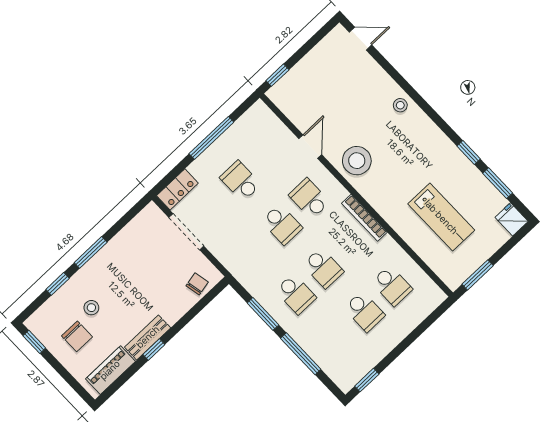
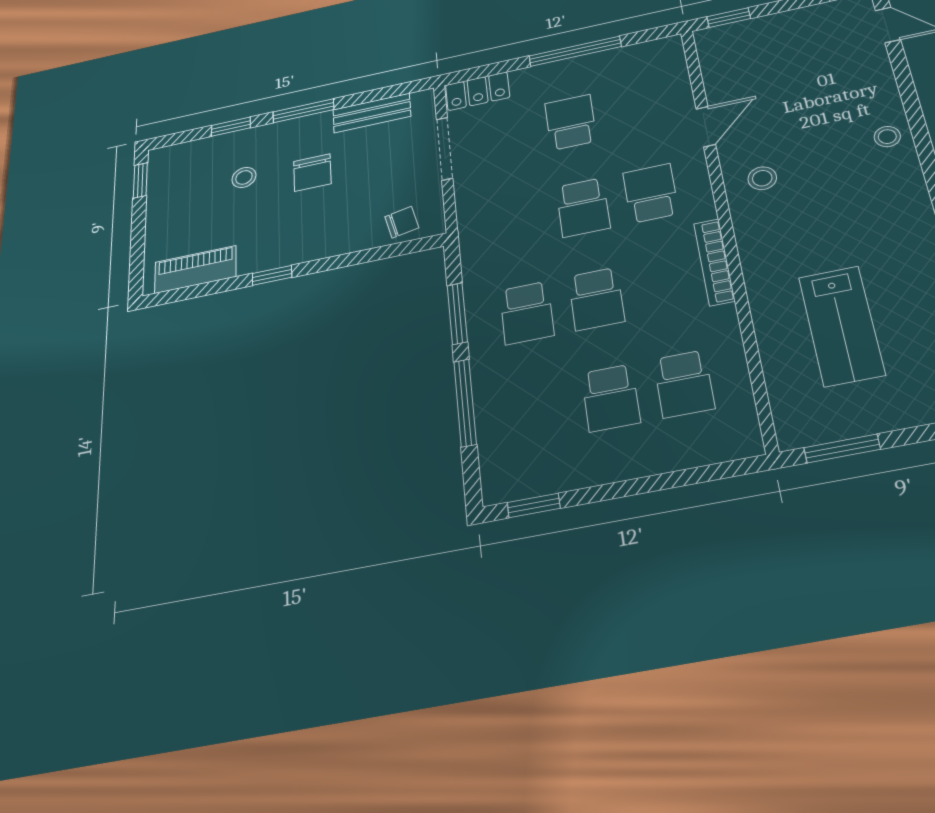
stool: (357, 161) -> (762, 178), width x0.53, depth x0.53
chair: (77, 336) -> (312, 173), moved
bench: (148, 337) -> (372, 113), moved

